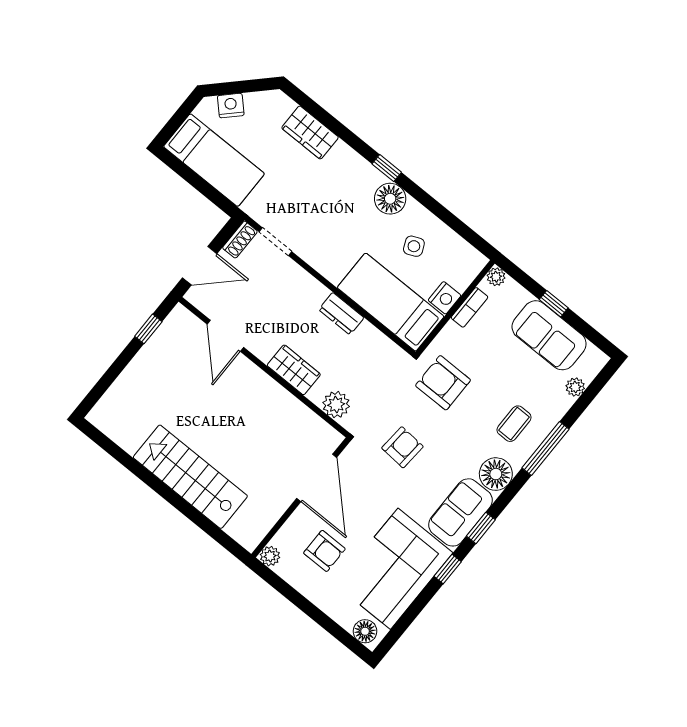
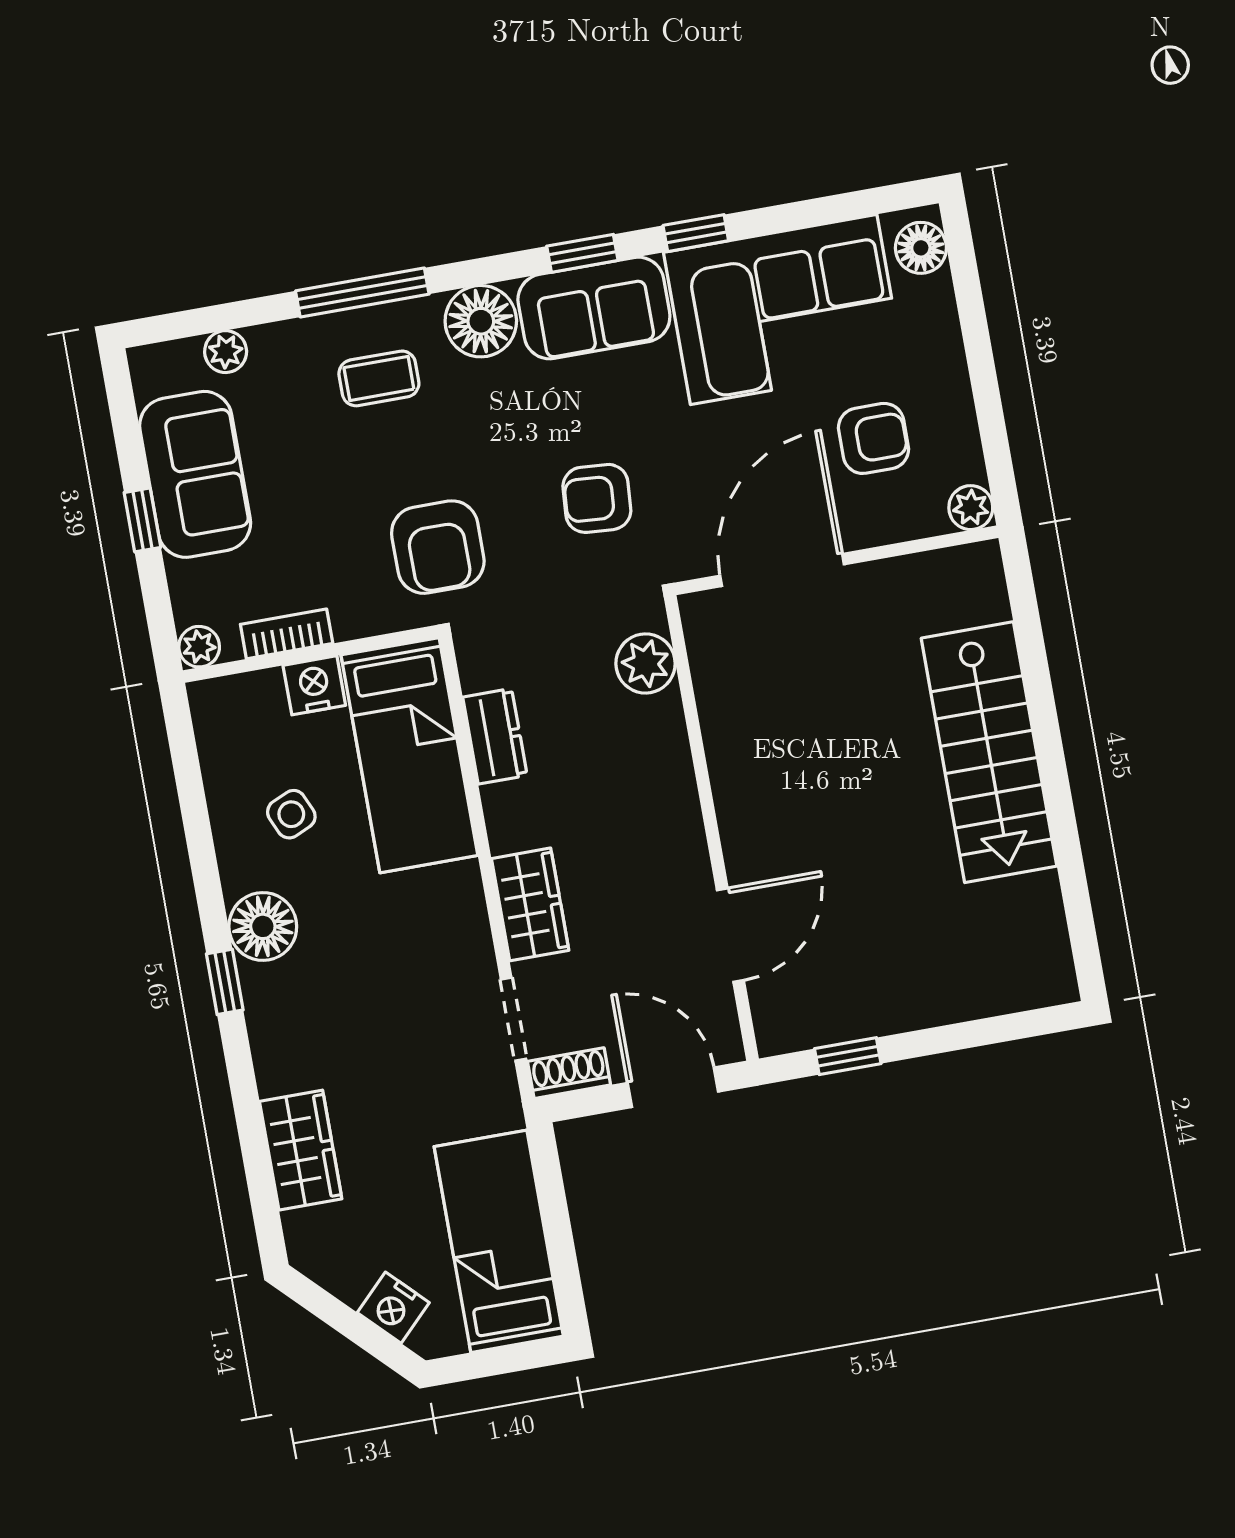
dresser: (341, 314) -> (495, 736), moved
wardrobe: (294, 370) -> (530, 904), moved, turned 180
armchair: (324, 551) -> (874, 438), turned 90

